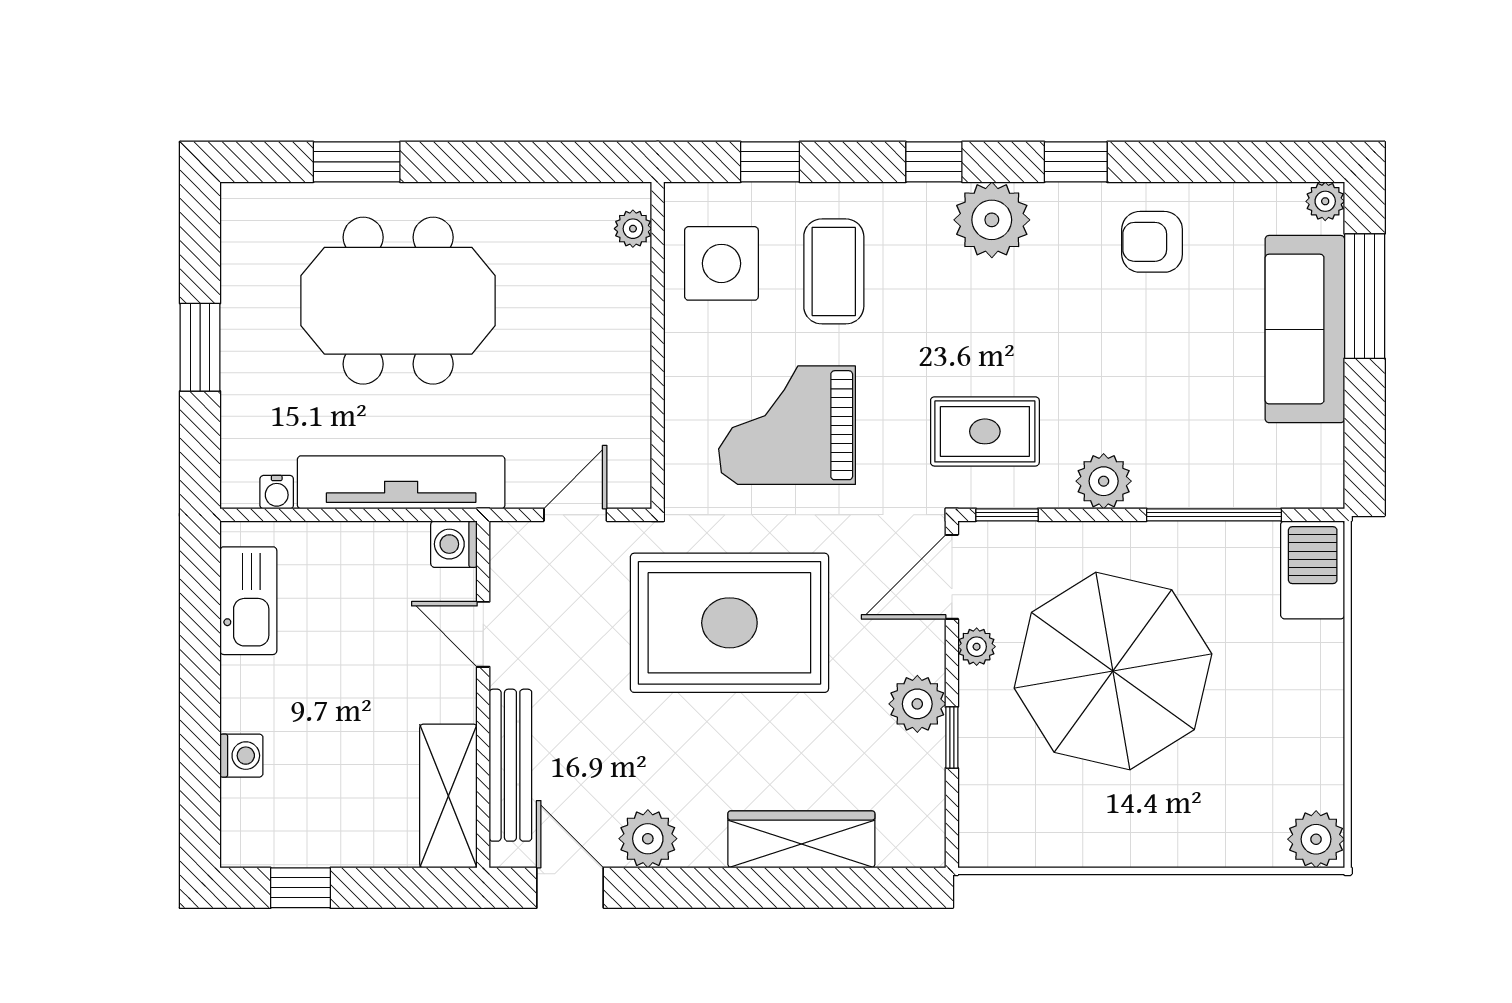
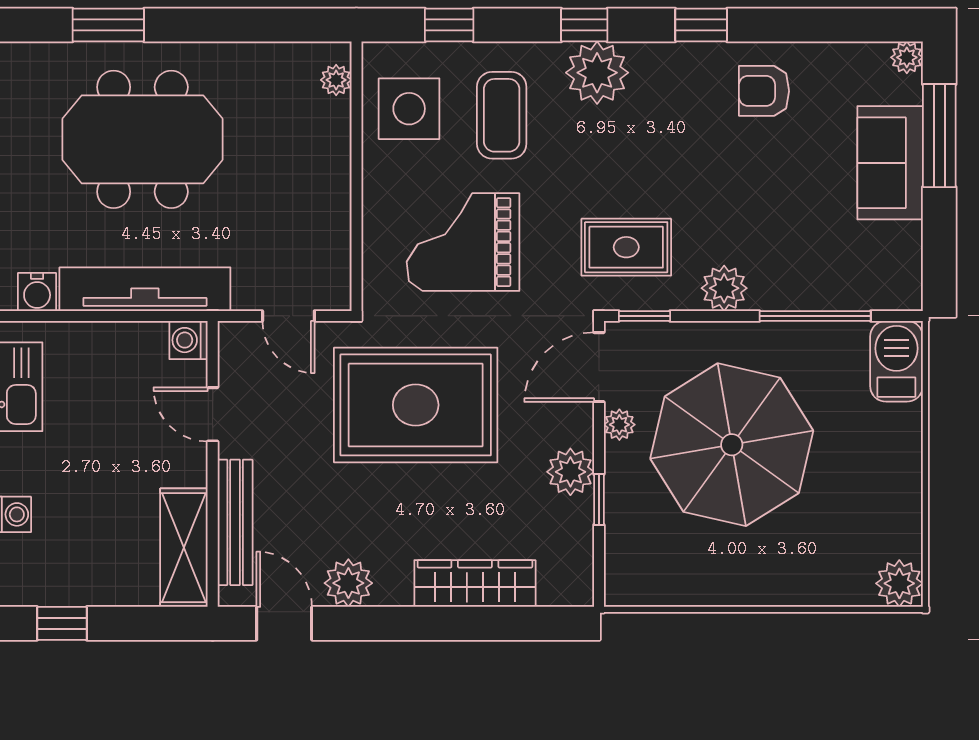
plant: (992, 220) -> (597, 73), moved
sofa: (1305, 329) -> (890, 163), width x0.73
water cooler: (277, 492) -> (37, 292), width x1.38, depth x1.38
door: (575, 515) -> (288, 316), swing flipped

